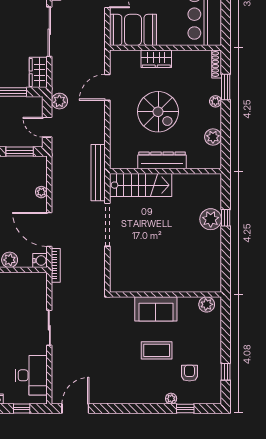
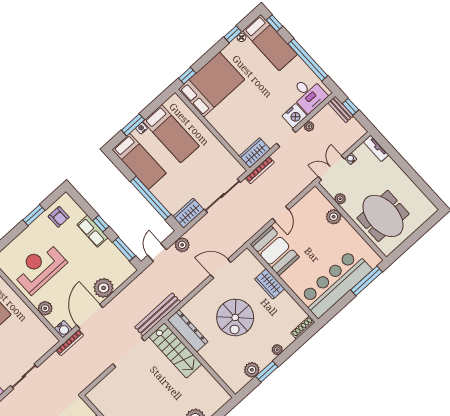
window: (226, 87) -> (267, 372), moved
dresser: (162, 160) -> (188, 331), moved
plant: (41, 192) -> (104, 288), width x1.88, depth x1.88

